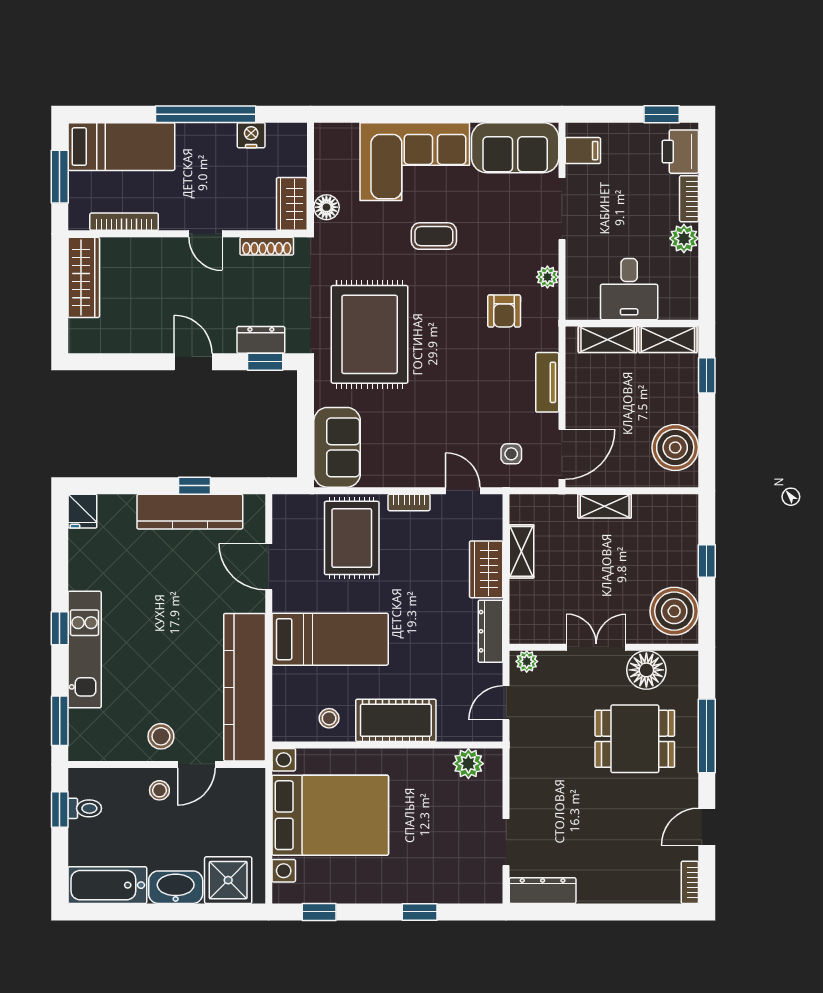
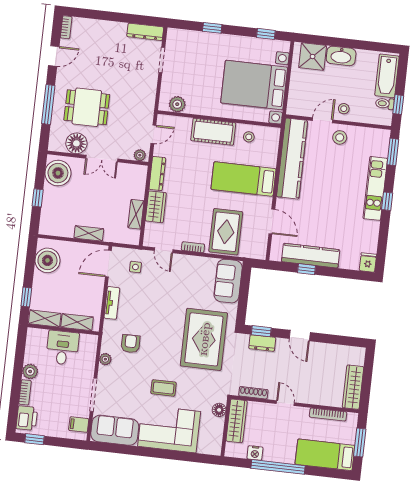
wardrobe: (292, 204) -> (237, 421), width x1.50
bathtub: (107, 885) -> (387, 76), moved, turned 90

